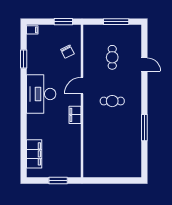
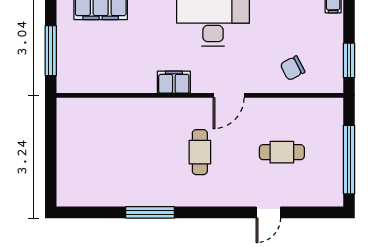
window: (116, 22) -> (349, 160), width x1.46
door: (82, 86) -> (229, 95), swing flipped
window: (58, 180) -> (51, 51), width x1.44

